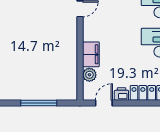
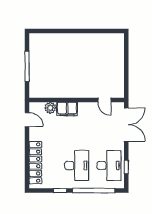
printer: (121, 94) -> (34, 134), removed

